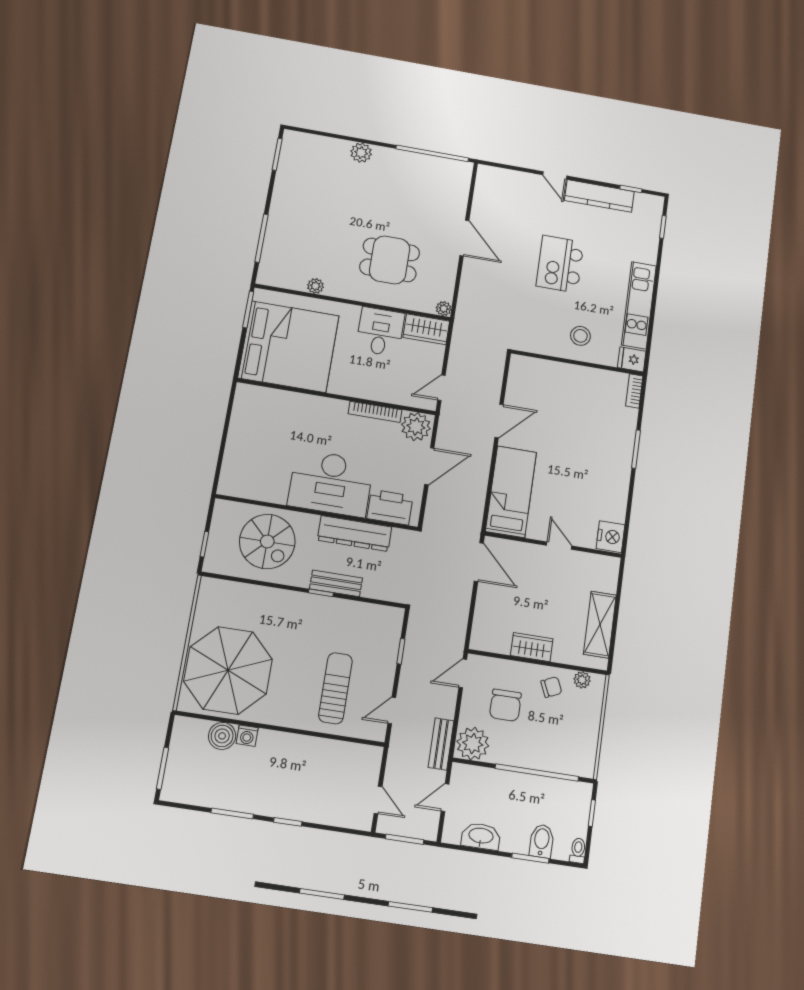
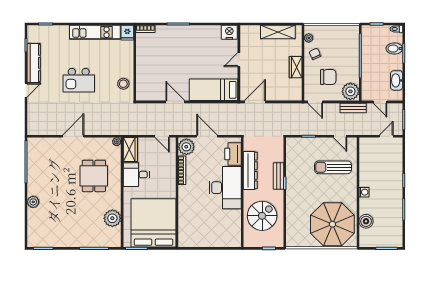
plant: (315, 286) -> (112, 218), width x1.88, depth x1.88
stool: (580, 336) -> (123, 84), moved
washing machine: (247, 736) -> (364, 192), moved

